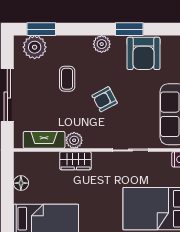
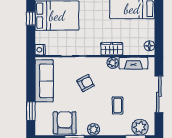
armchair: (105, 99) -> (86, 83), moved
floor lamp: (21, 183) -> (149, 46), moved

